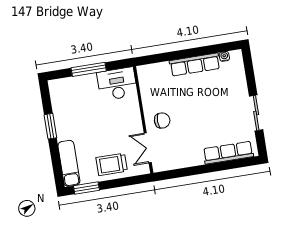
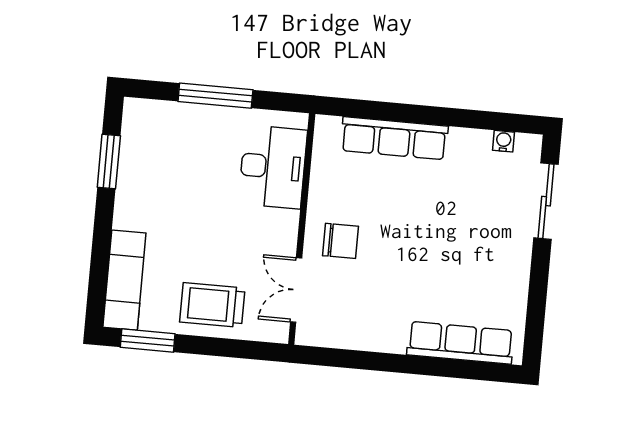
row of seats: (195, 65) -> (394, 138), moved
desk: (117, 84) -> (273, 167), moved, turned 90
sliding door: (256, 113) -> (546, 201), moved
window: (50, 126) -> (109, 162), moved

